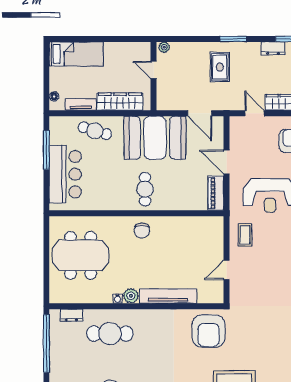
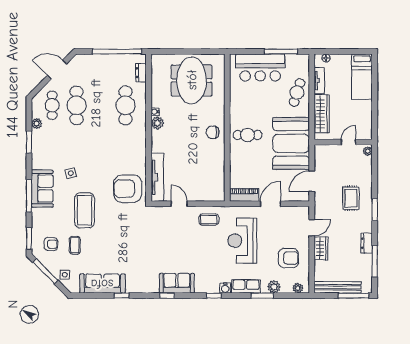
rug: (220, 67) -> (351, 198), turned 90
tv unit: (168, 296) -> (157, 177), moved

